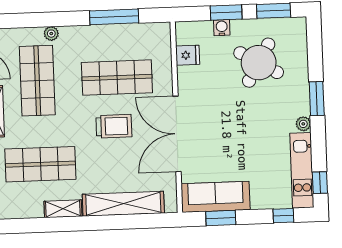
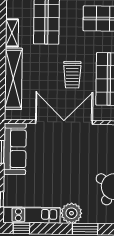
plant: (303, 124) -> (71, 213), width x1.88, depth x1.88

